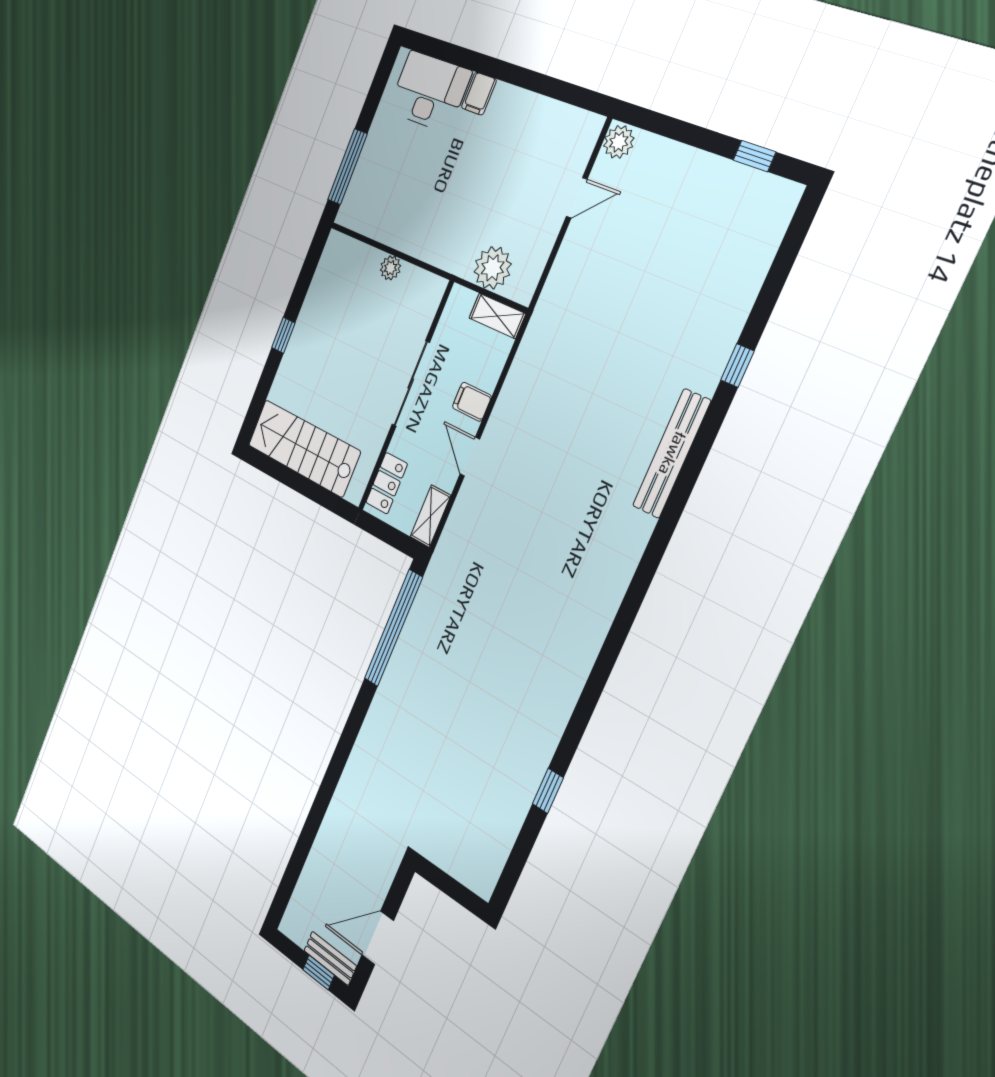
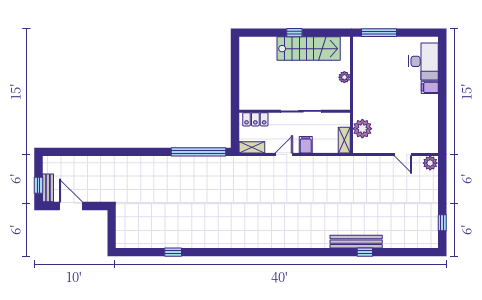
stairs: (303, 448) -> (309, 49), moved, turned 90
bench: (672, 454) -> (356, 242), moved

